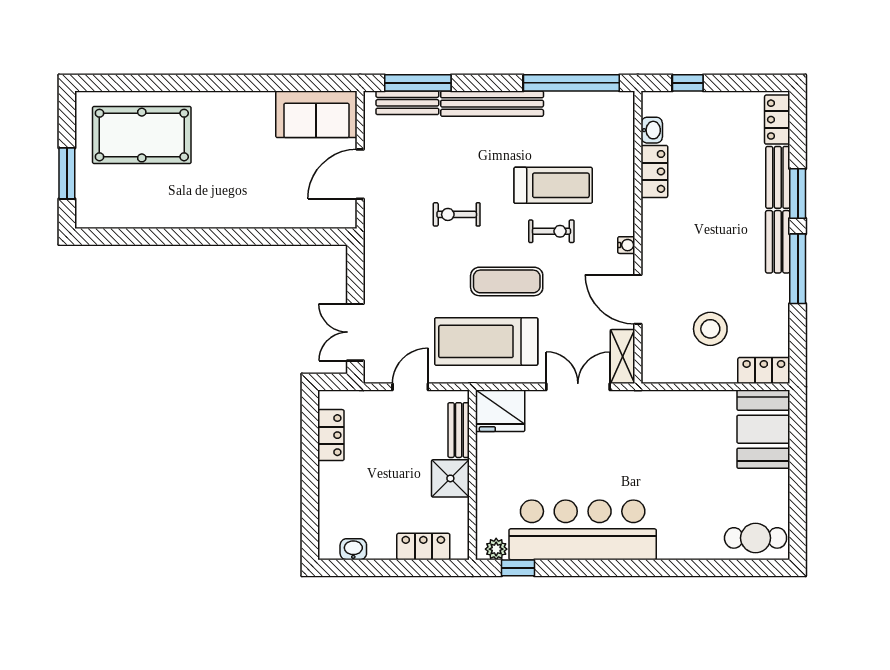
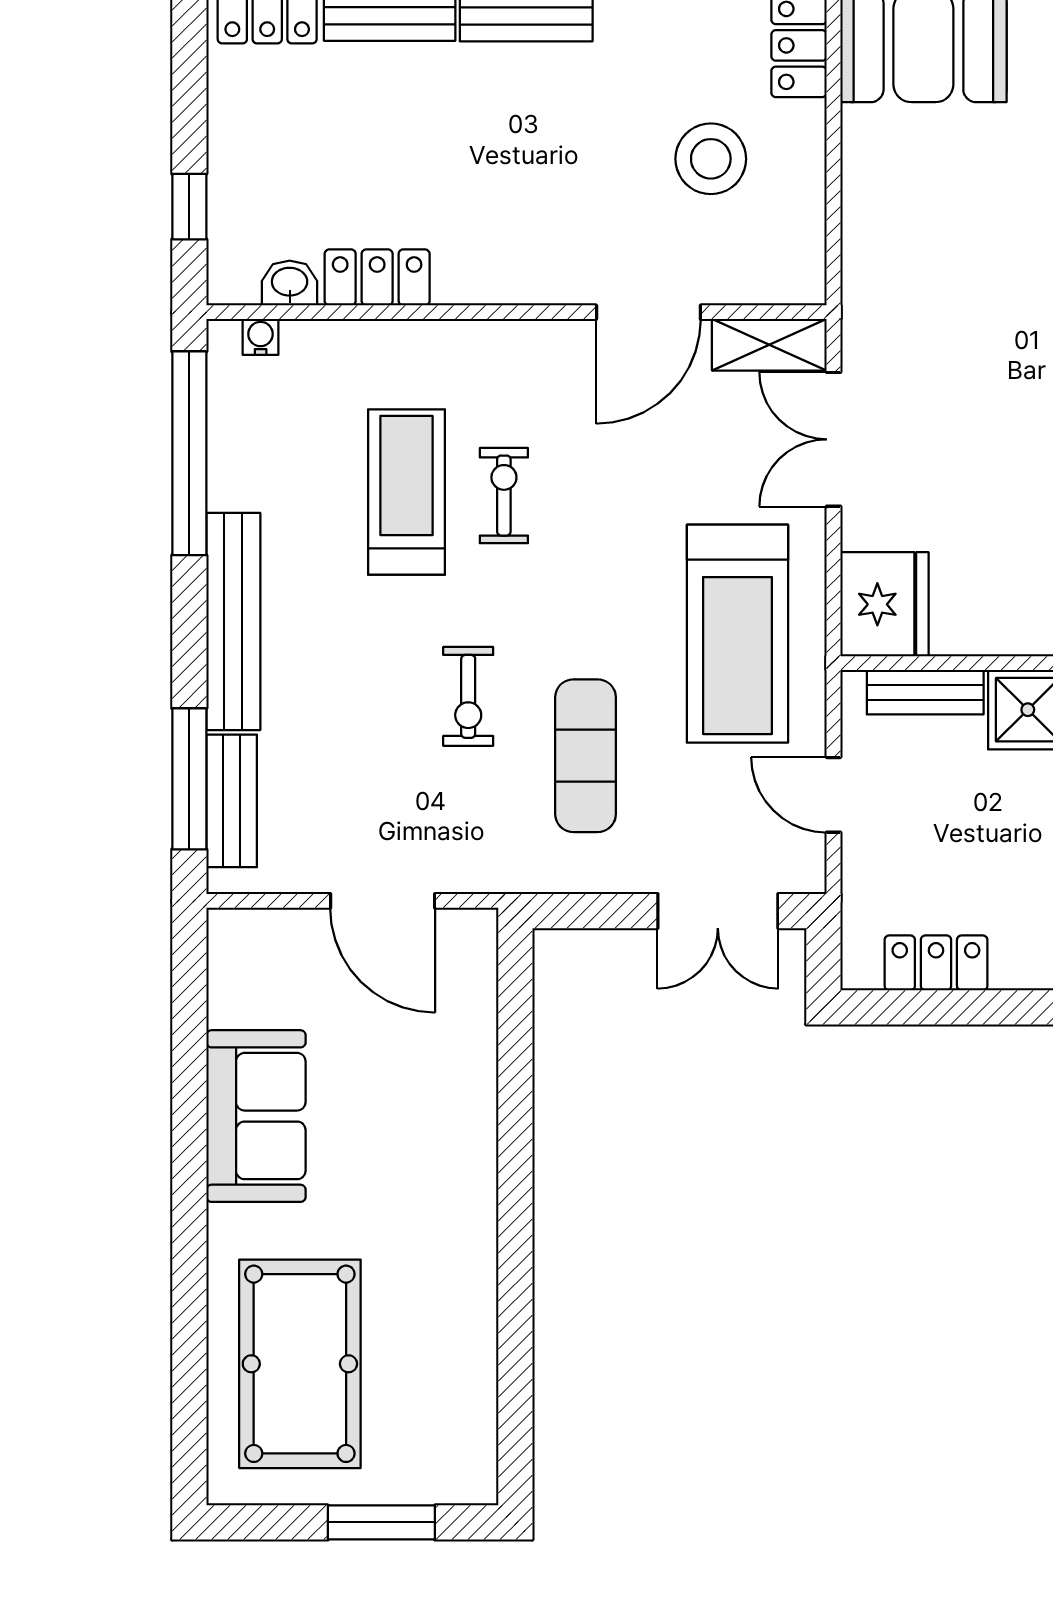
sofa: (316, 114) -> (256, 1116), moved
water cooler: (626, 245) -> (261, 337), moved
exercise mat: (507, 281) -> (586, 756), moved

